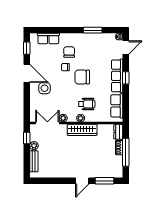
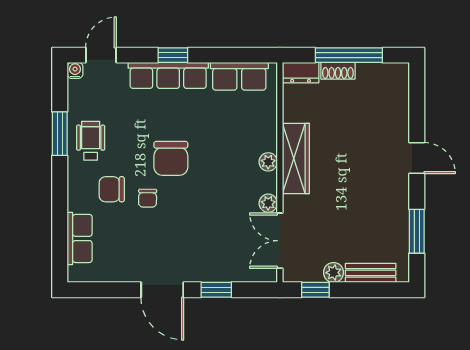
window: (27, 48) -> (216, 290), moved
door: (126, 48) -> (101, 55), hinge flipped
door: (27, 73) -> (162, 290), swing flipped
side table: (44, 88) -> (197, 248), removed
wheelchair: (87, 104) -> (91, 141), moved
window: (104, 181) -> (417, 231), moved

